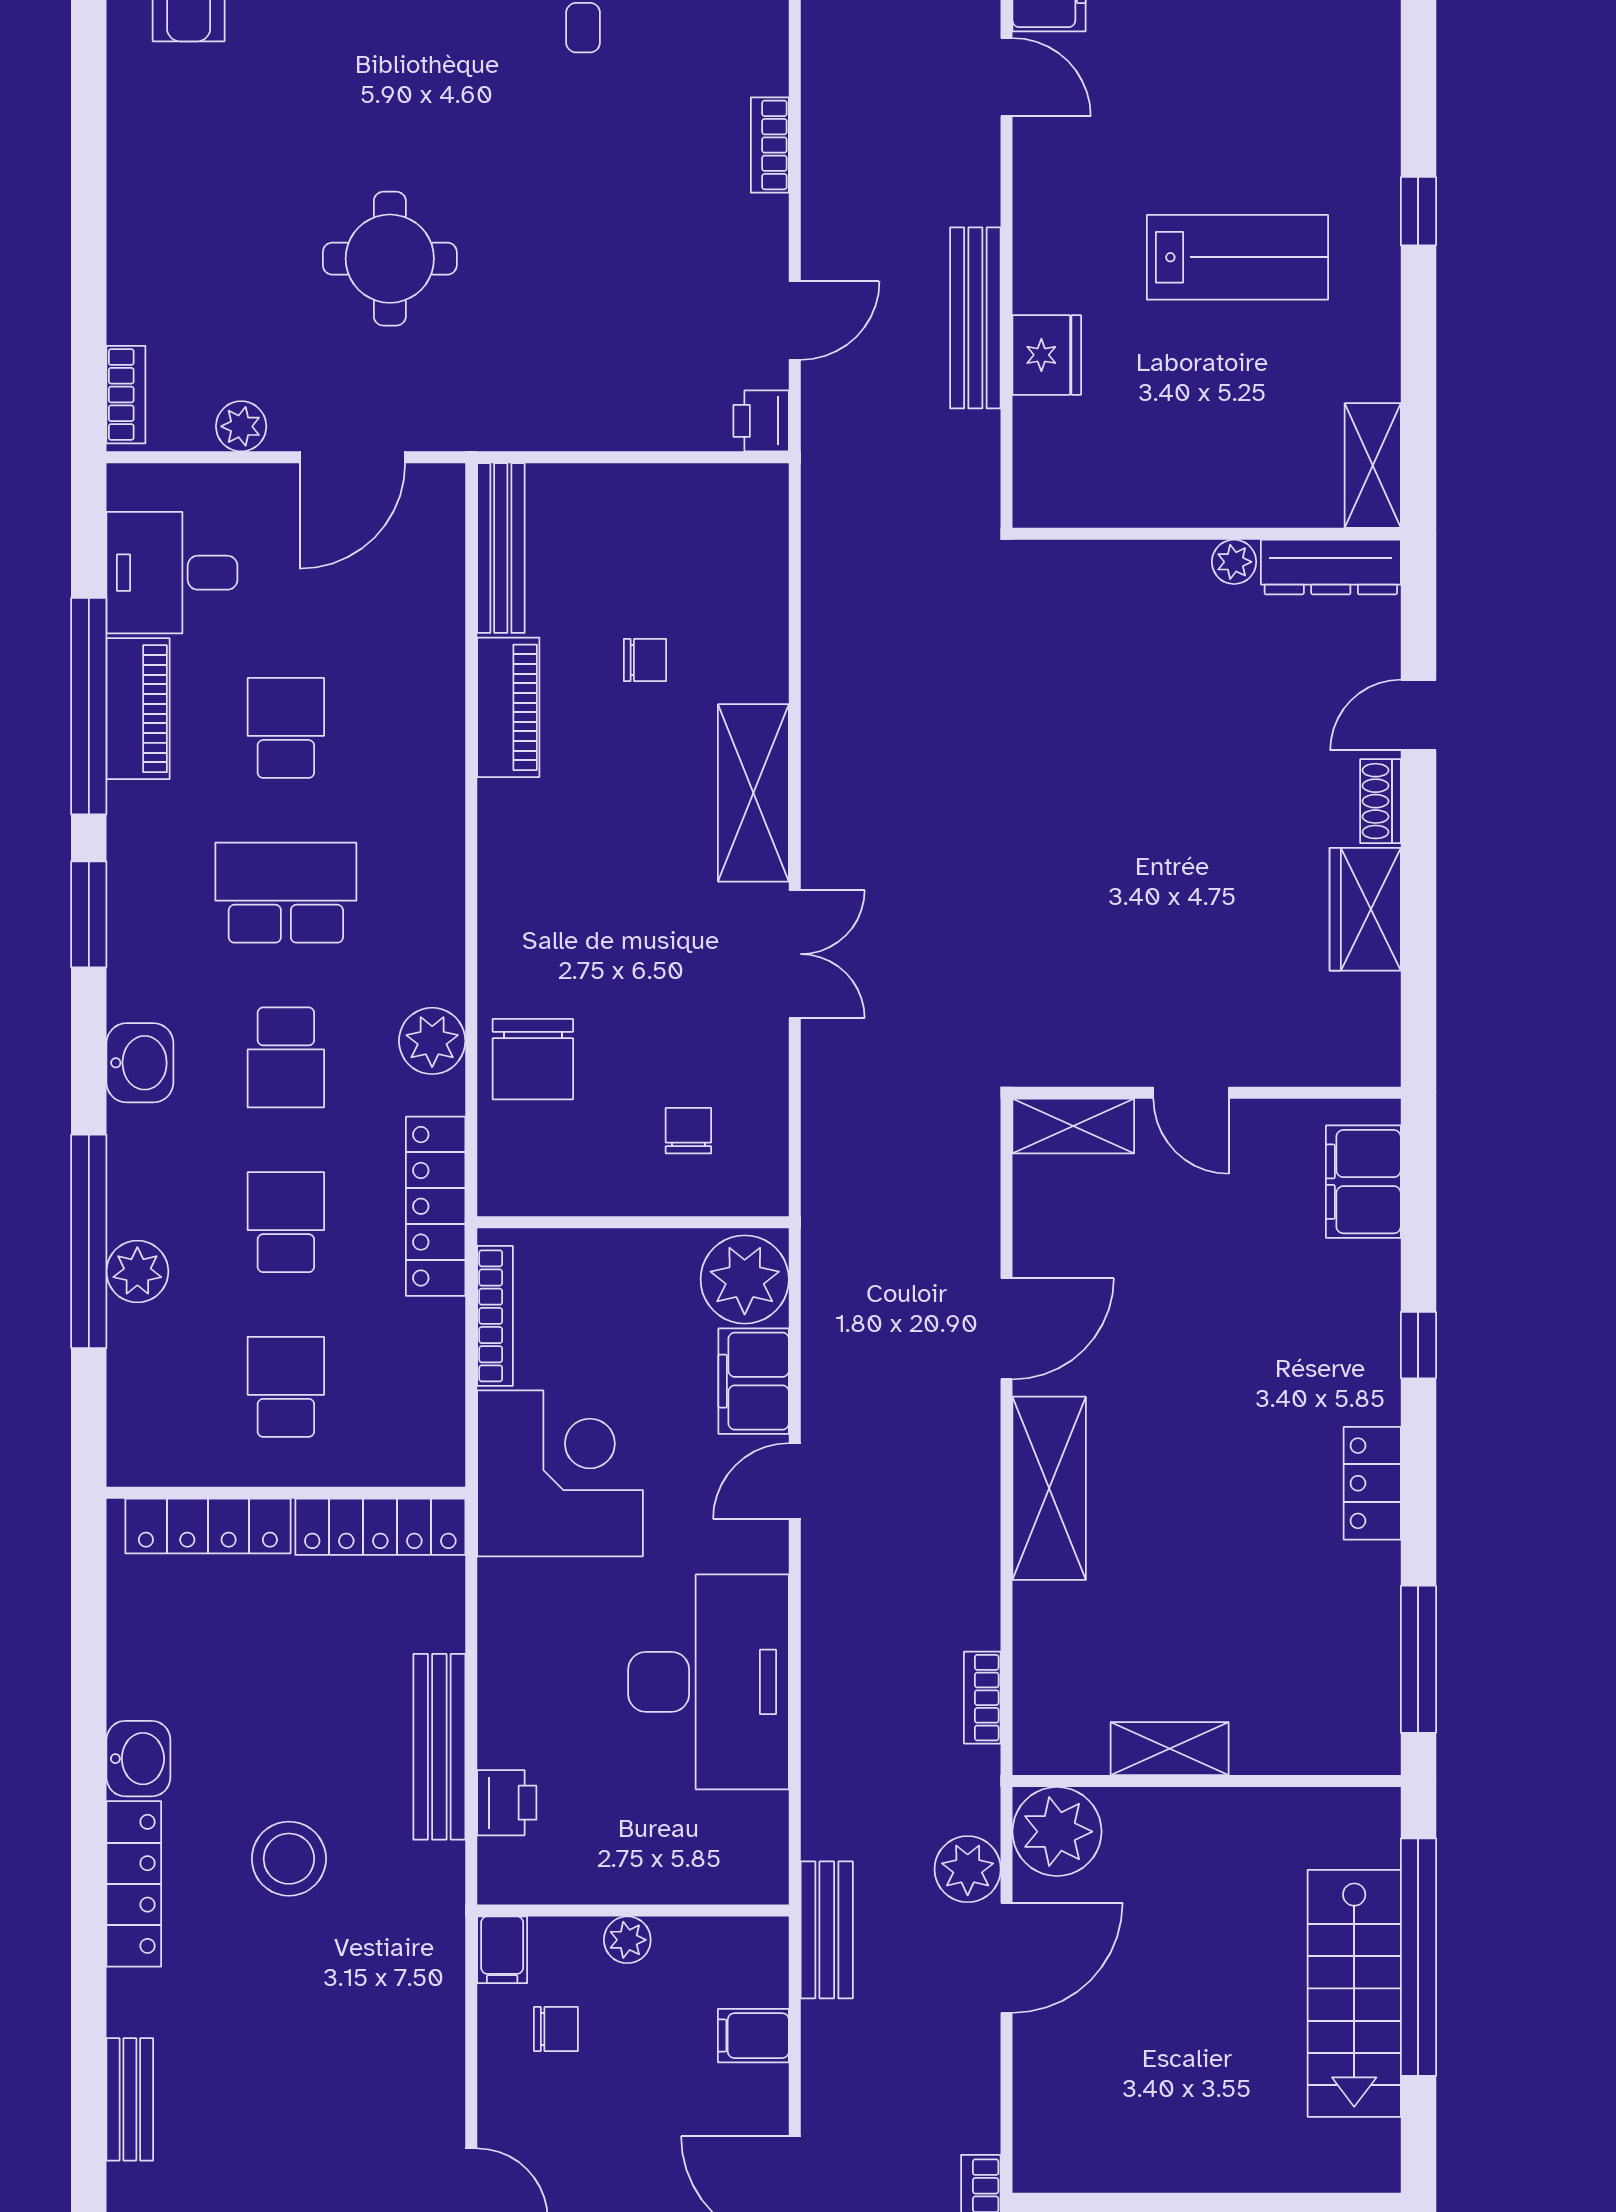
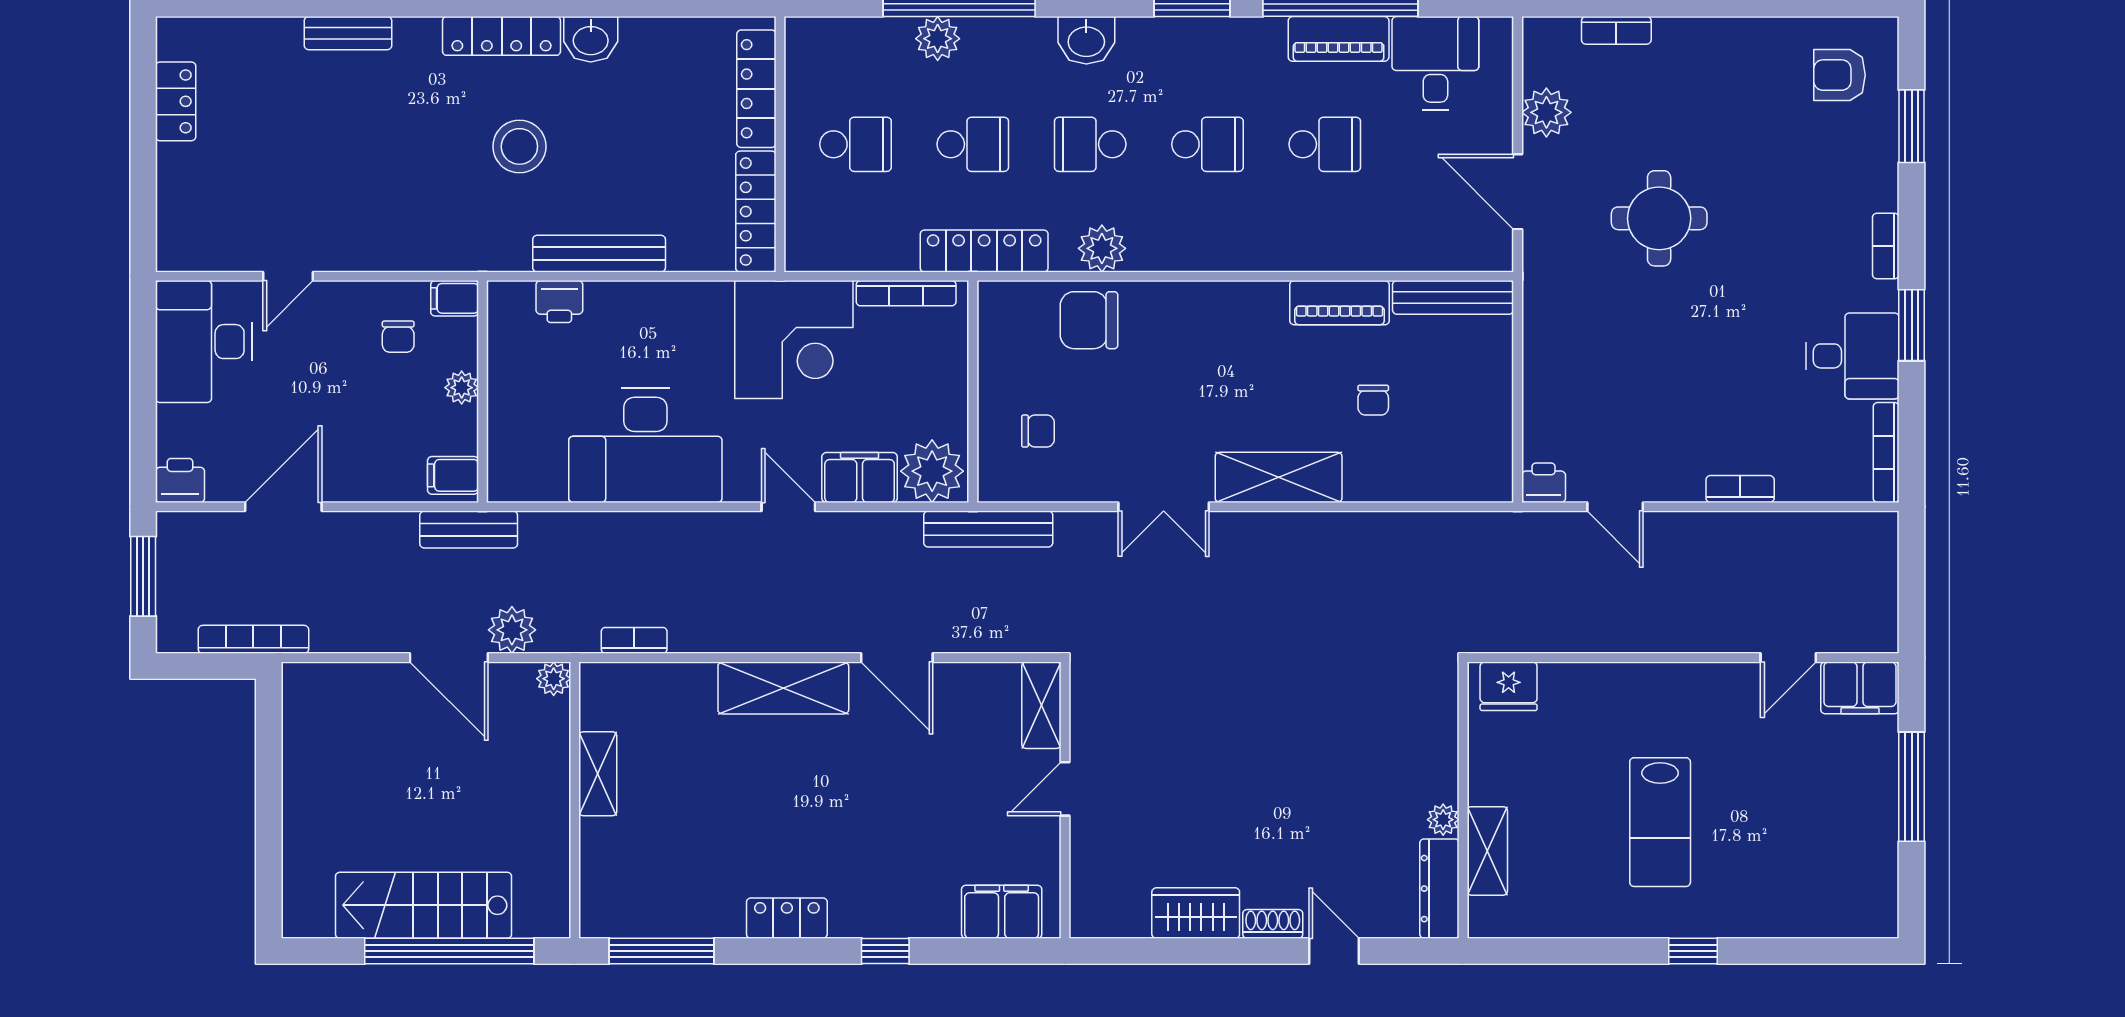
bench: (975, 318) -> (988, 529), moved
fridge: (1047, 355) -> (1509, 686), moved
bookcase: (126, 395) -> (1616, 30), moved
plant: (241, 426) -> (1546, 112), width x1.38, depth x1.38
shelving: (1373, 466) -> (1487, 851), moved, turned 90
school desk: (286, 893) -> (1207, 144), width x0.54
plant: (1057, 1832) -> (554, 679), width x0.53, depth x0.53
filing cabinet: (753, 2036) -> (453, 475), moved, turned -90

